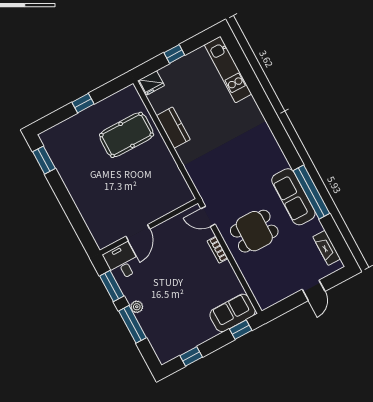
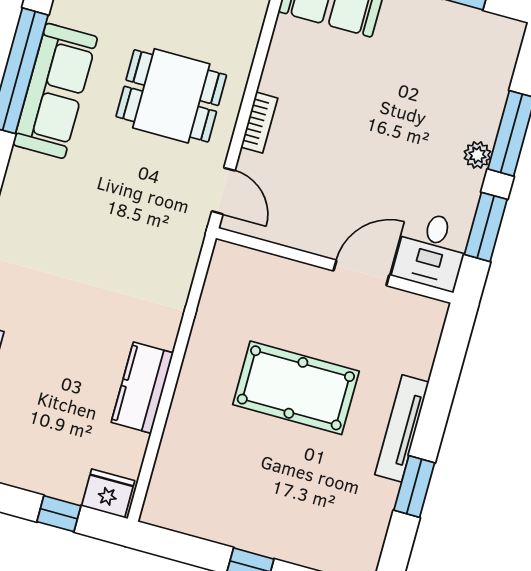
window: (174, 54) -> (59, 514), moved
pool table: (127, 135) -> (296, 388), moved
window: (44, 160) -> (414, 487), moved
tv unit: (77, 195) -> (402, 428), added

